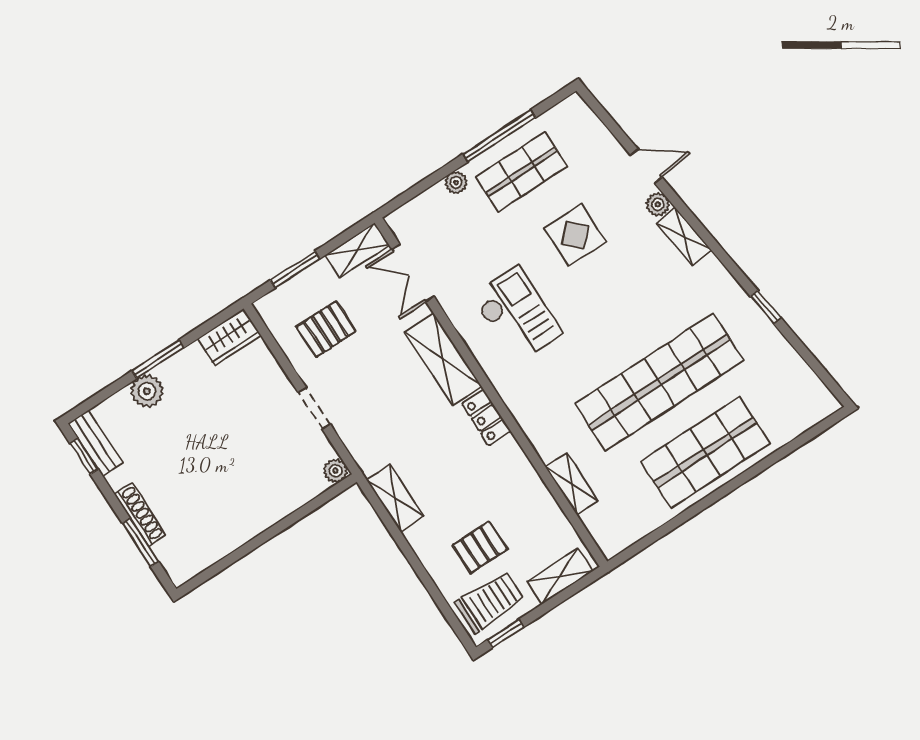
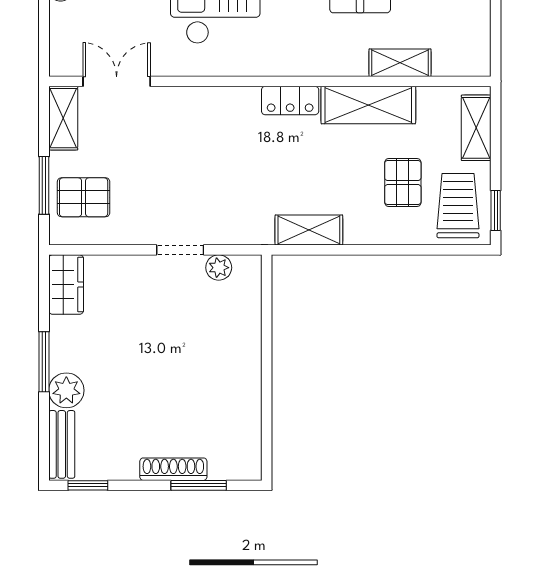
double door: (413, 273) -> (117, 81), swing flipped
pallet: (326, 329) -> (84, 197), moved, turned 90
shelving: (443, 359) -> (368, 105), moved
bench: (95, 443) -> (62, 444), moved, turned 90
plant: (336, 471) -> (219, 268), moved

